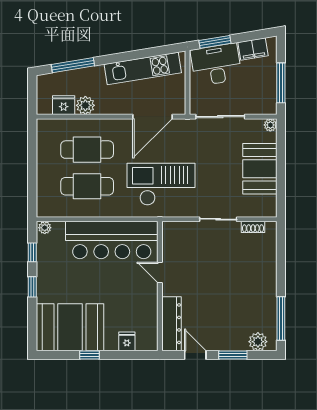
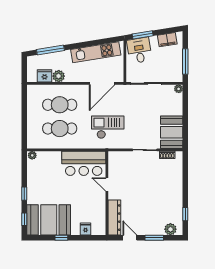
desk: (216, 65) -> (139, 50), width x0.73
booth: (260, 169) -> (172, 132), moved
checkout: (161, 184) -> (108, 127), width x0.73, depth x0.83
bar counter: (112, 240) -> (84, 163), width x0.73
window: (32, 252) -> (24, 219), moved
window: (281, 319) -> (185, 214), width x0.46

